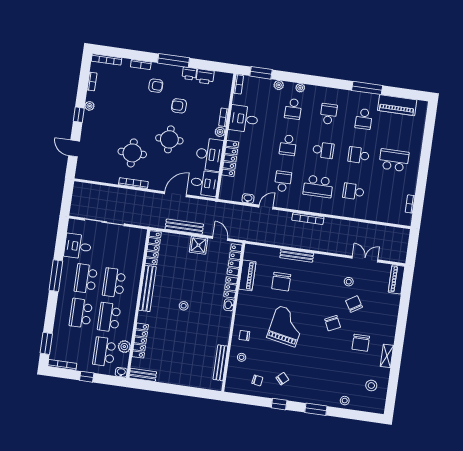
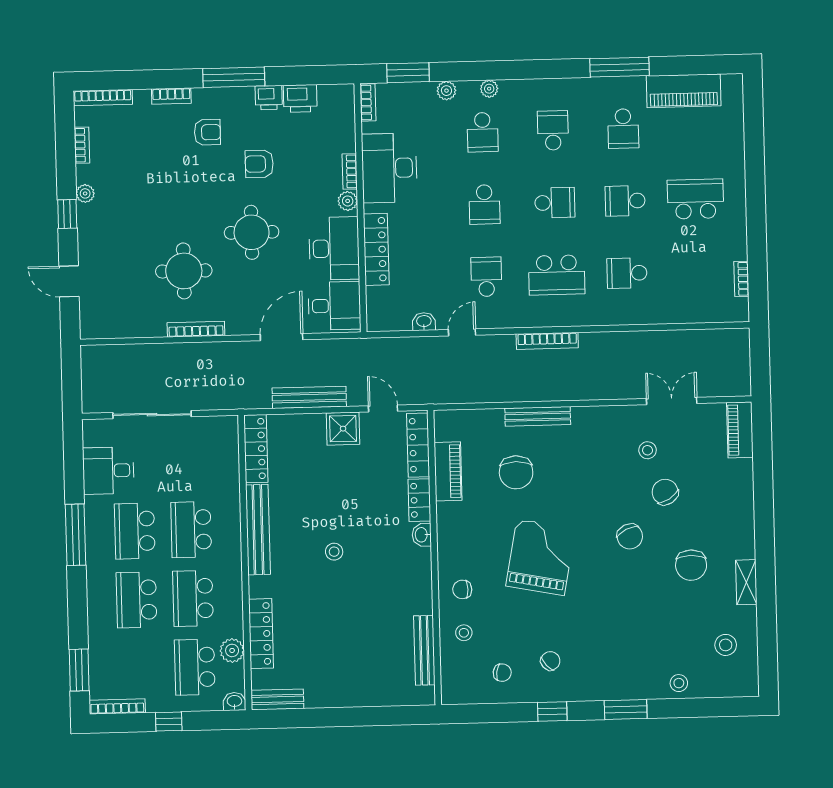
desk: (244, 119) -> (389, 168), width x1.37

